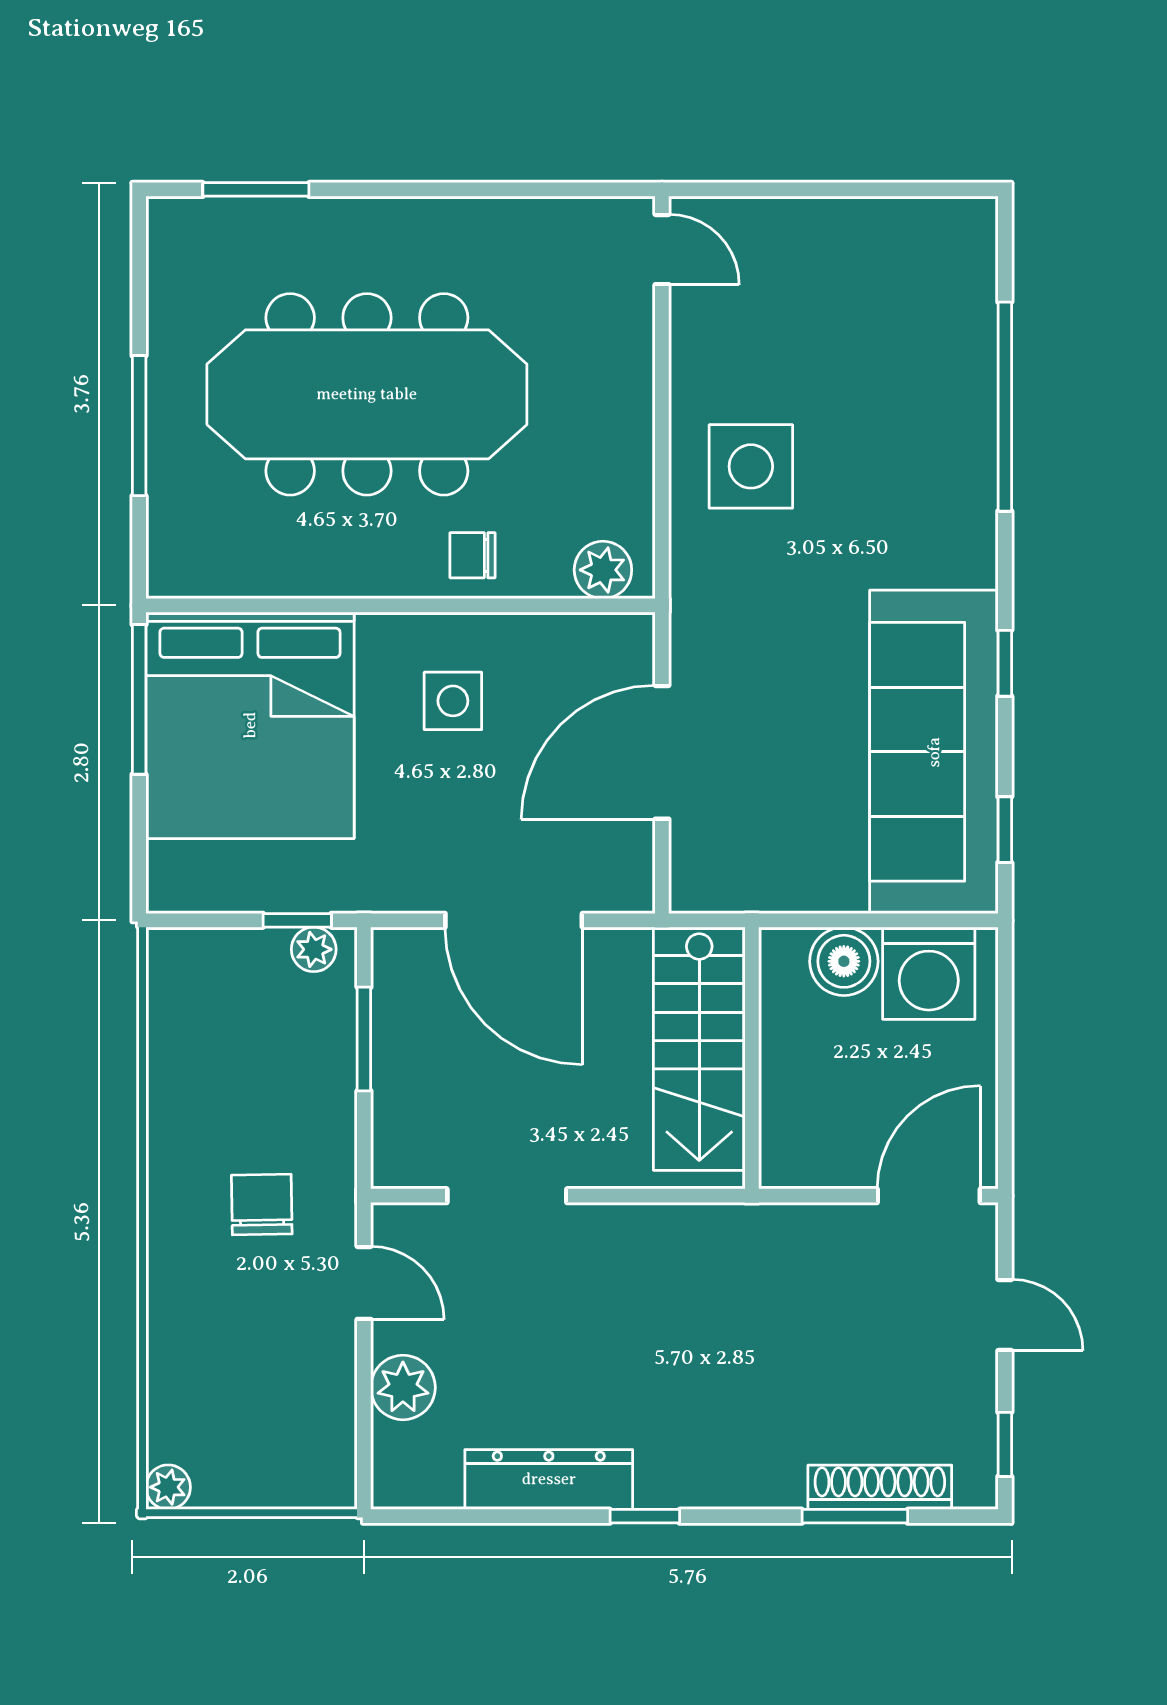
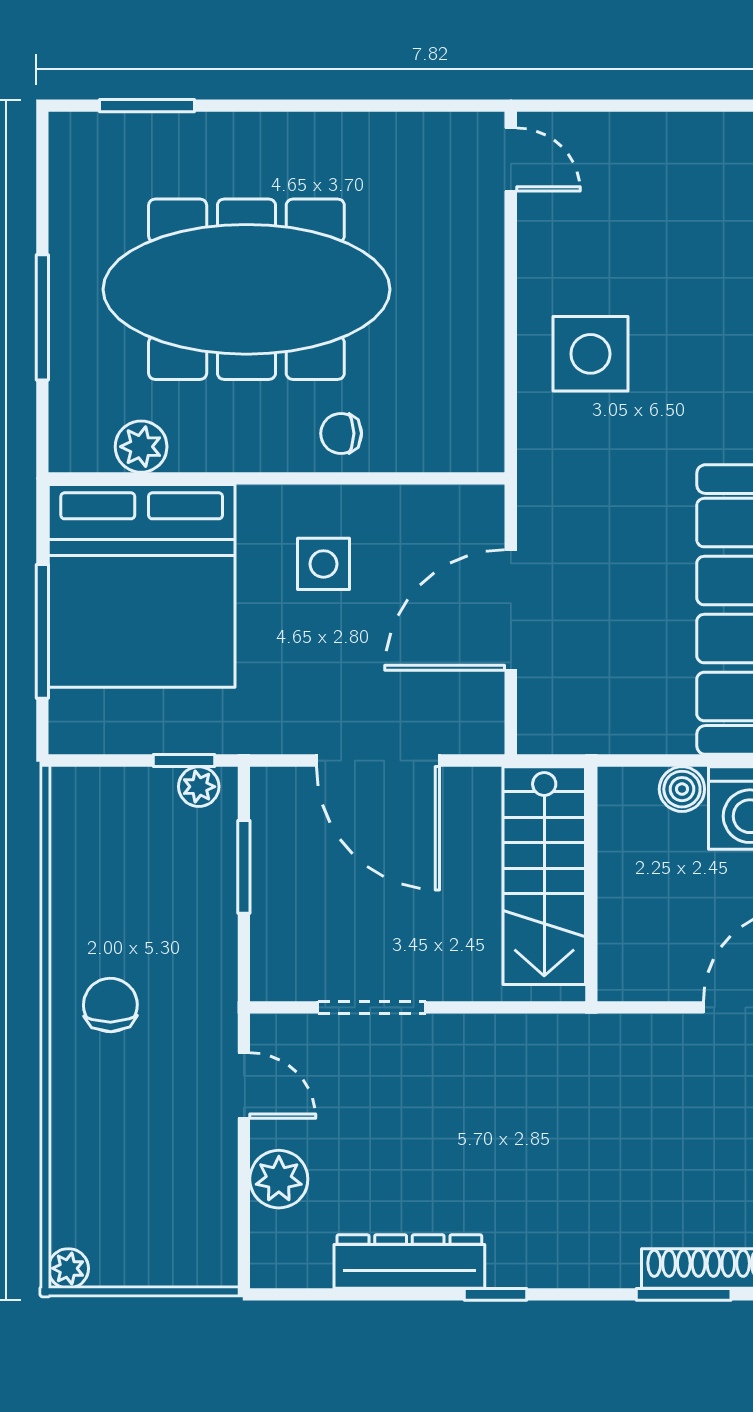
plant: (603, 570) -> (141, 447), moved
window: (139, 699) -> (42, 631), moved
boiler: (844, 961) -> (682, 789), width x0.73, depth x0.73
chair: (262, 1205) -> (110, 1005), moved

